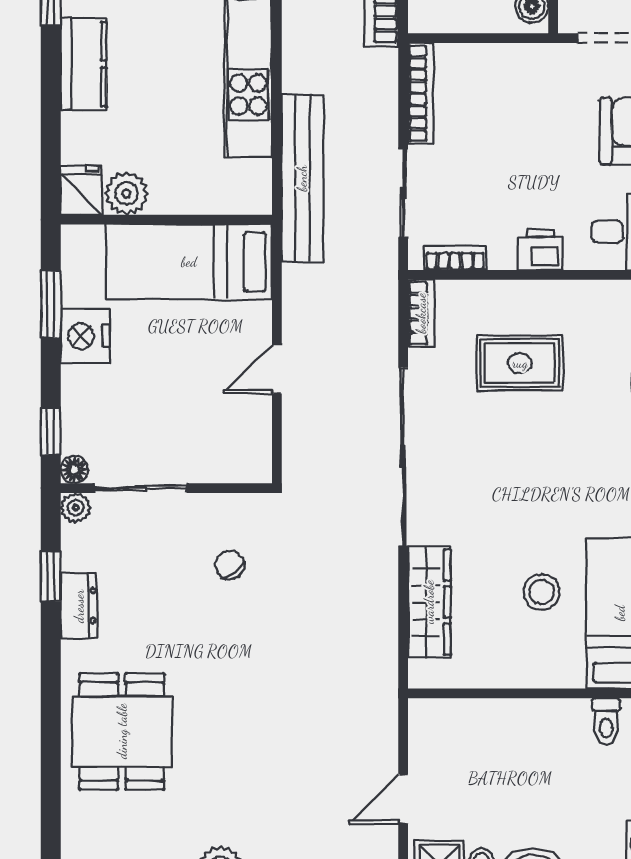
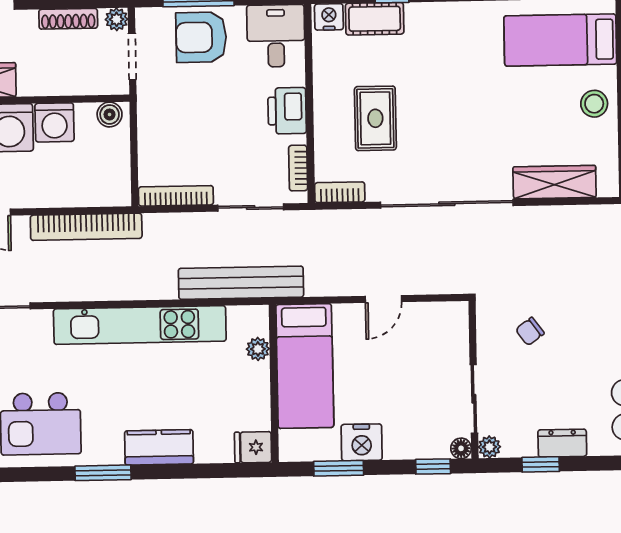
plant: (127, 193) -> (258, 349), moved, width x0.73, depth x0.73
printer: (540, 250) -> (287, 111), width x1.36, depth x1.24
door: (277, 369) -> (383, 299), hinge flipped
stool: (542, 592) -> (594, 104), moved

